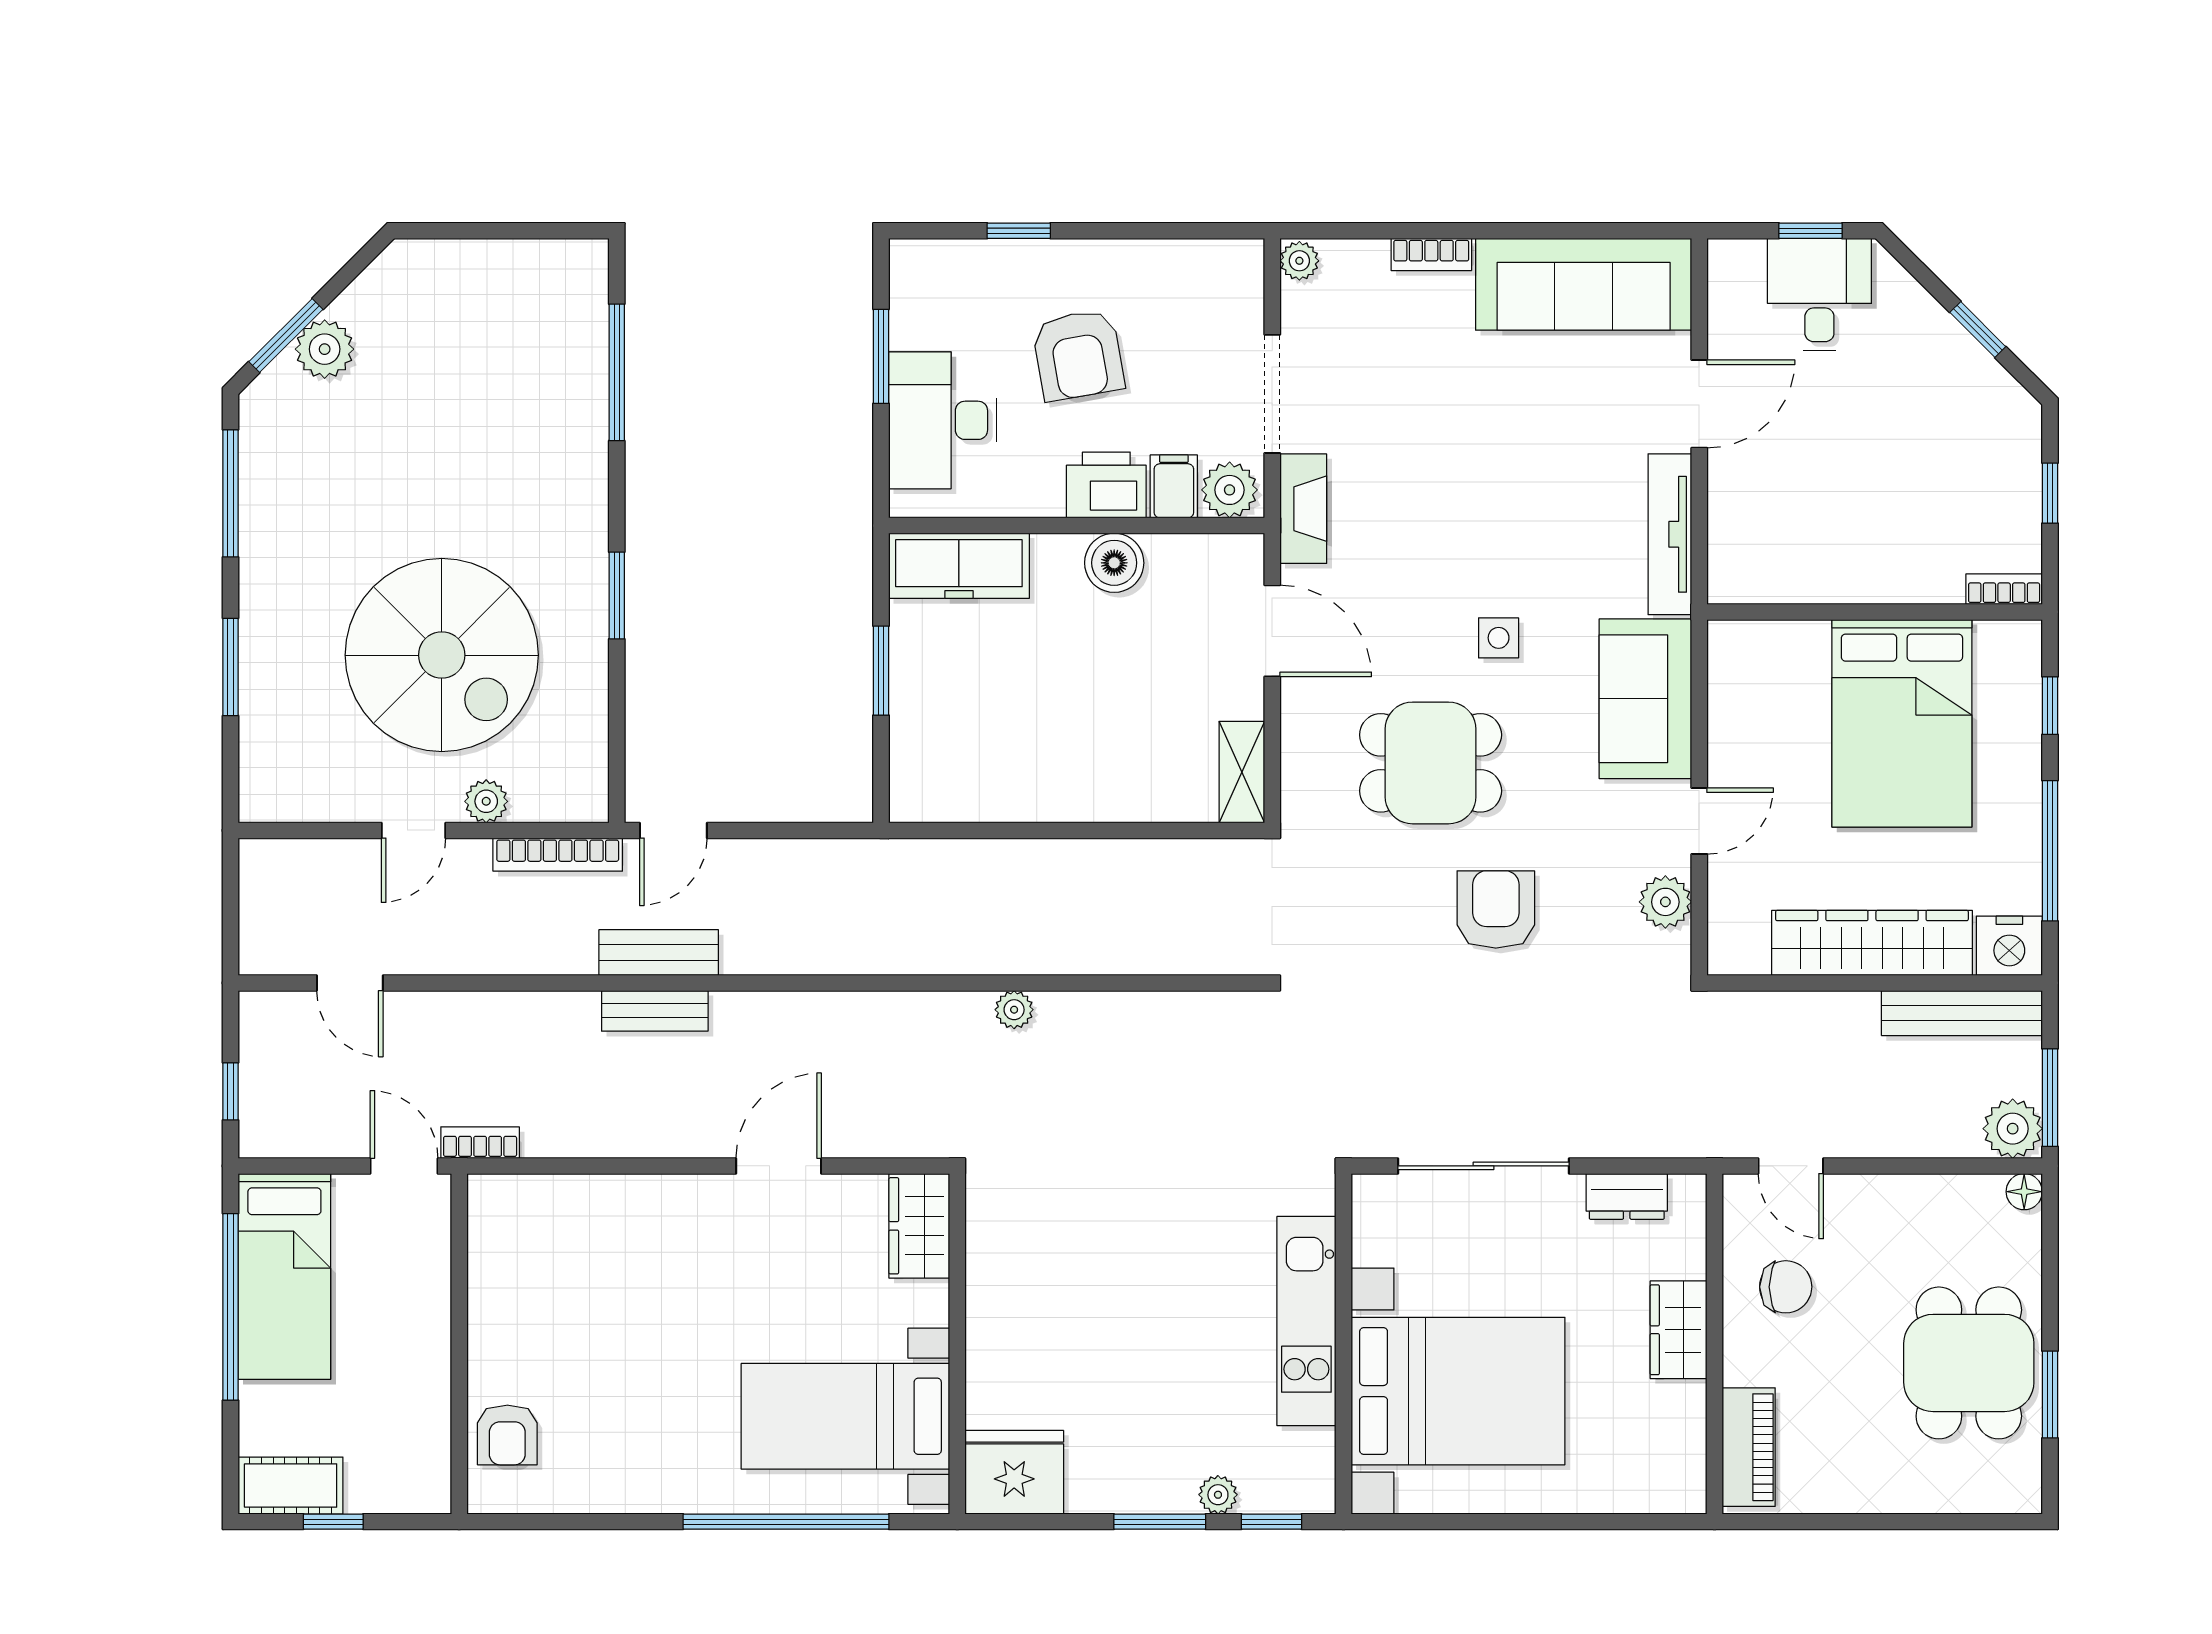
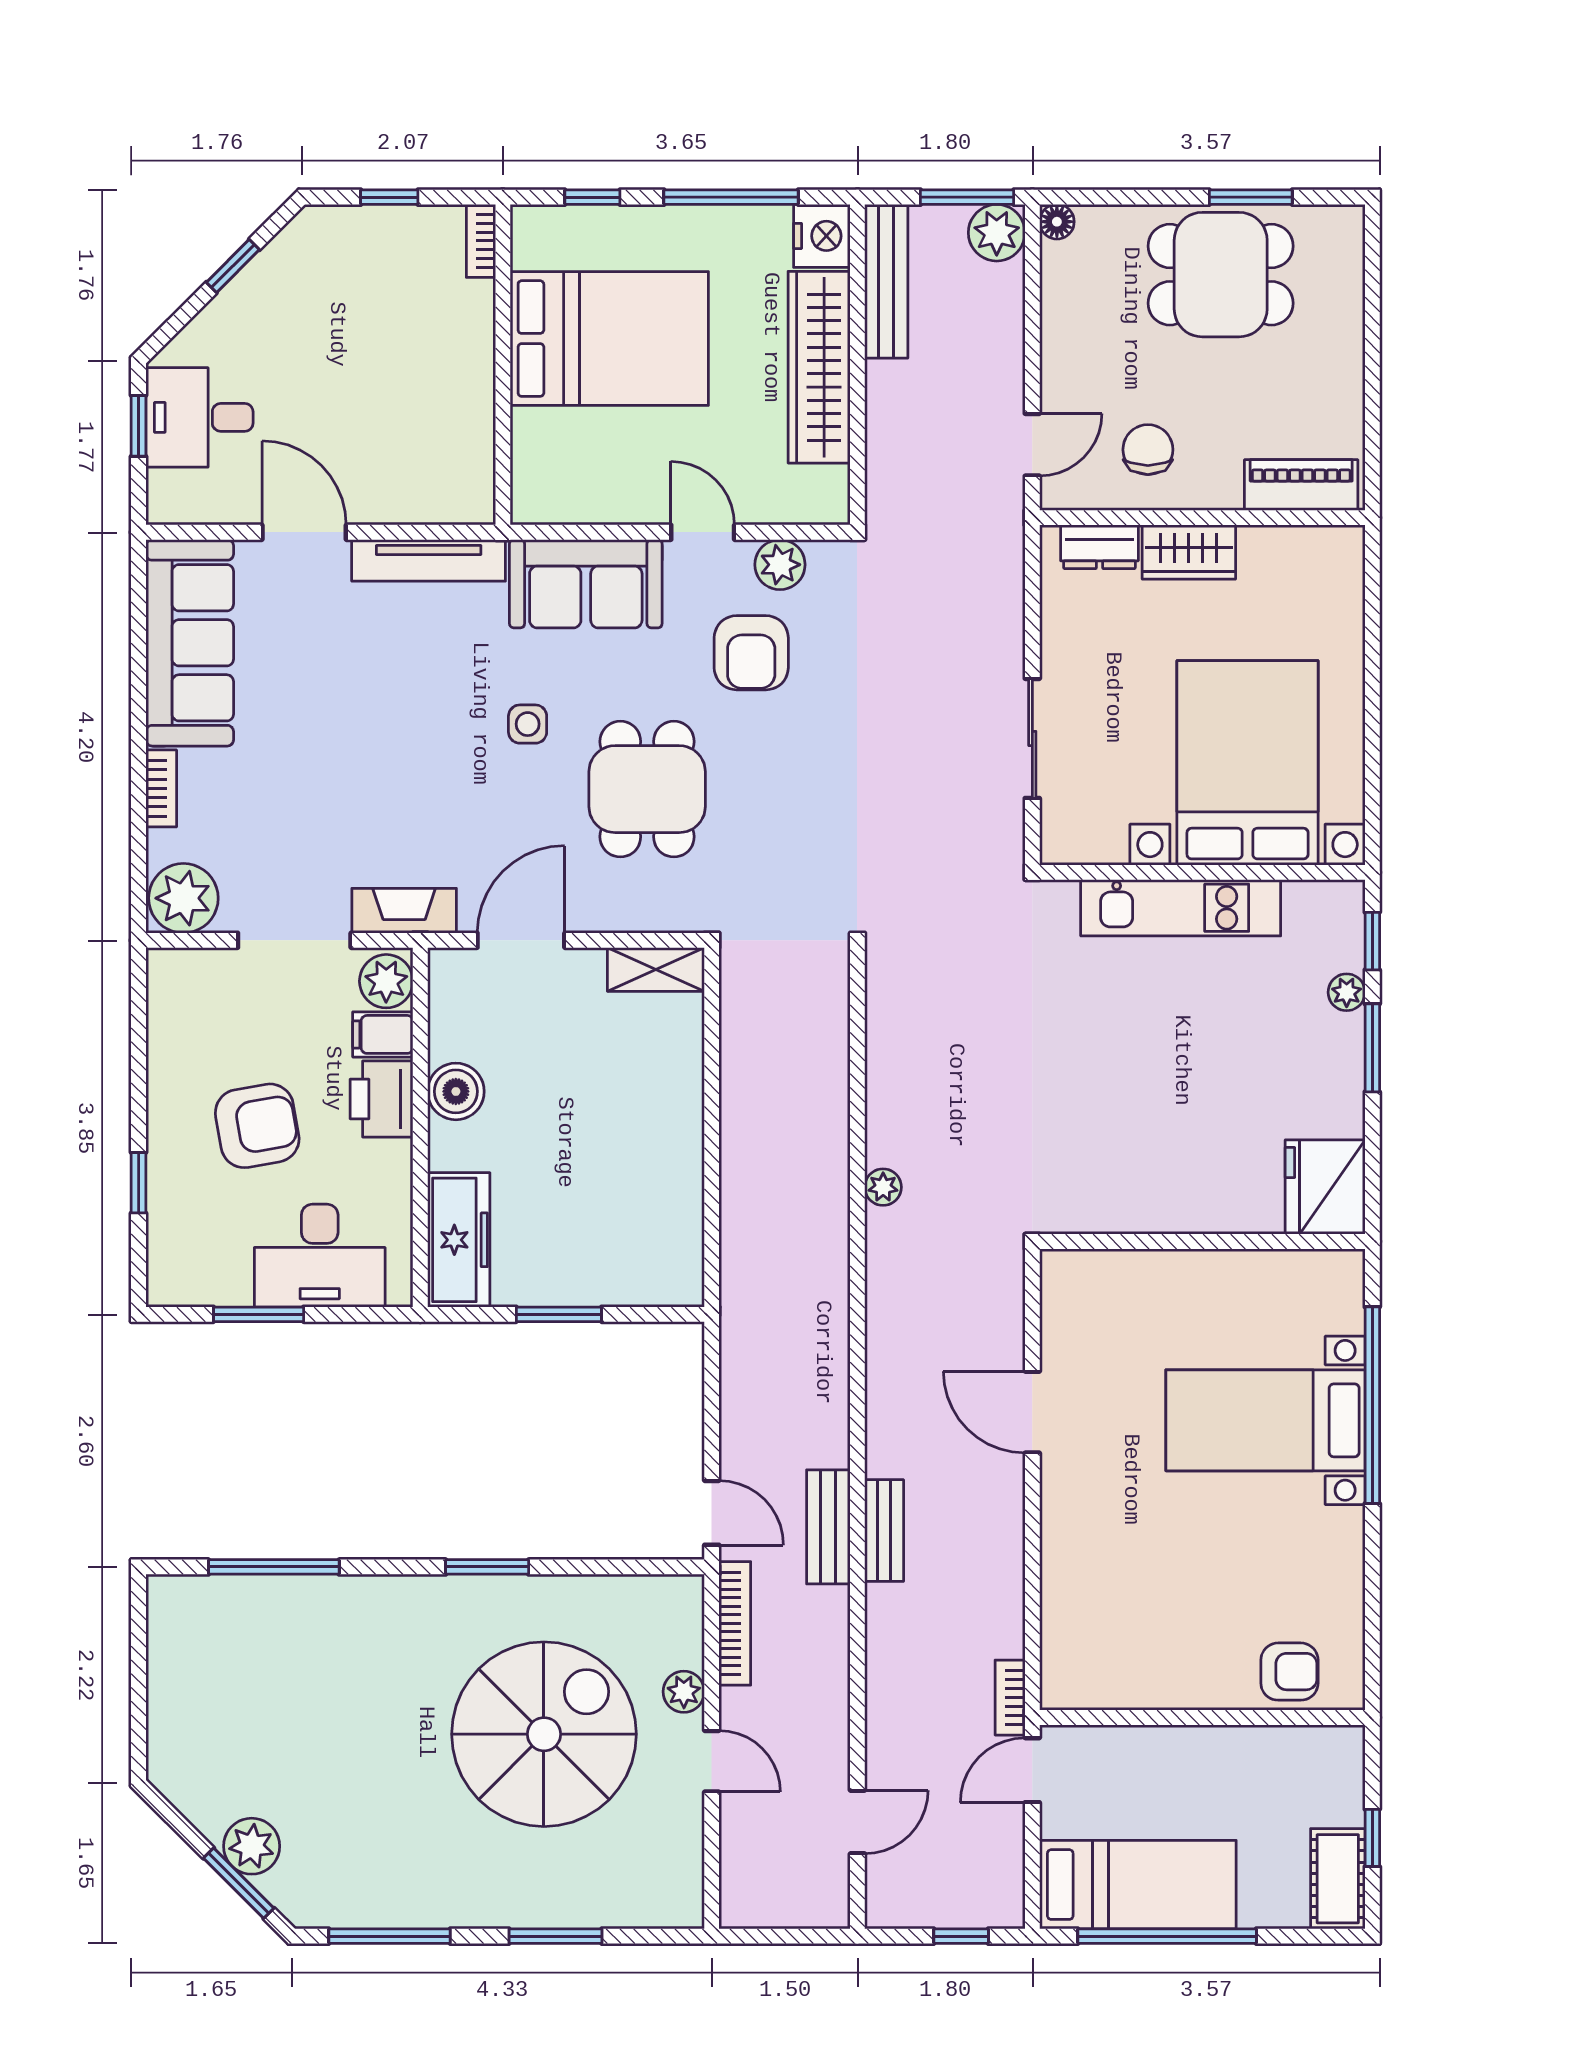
plant: (1299, 261) -> (183, 898), width x1.87, depth x1.87
armchair: (1496, 909) -> (751, 653), moved, turned -90
sliding door: (1484, 1166) -> (1032, 738), width x0.73
dresser: (1627, 1196) -> (1099, 547), moved, turned 90
wardrobe: (919, 1226) -> (1090, 1278), removed
bed with nightstands: (845, 1416) -> (1265, 1420), moved, turned 90

